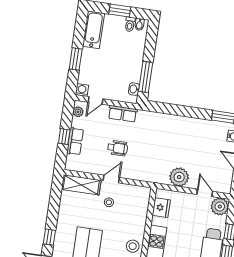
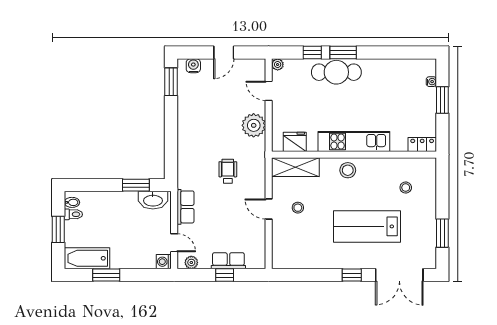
window: (76, 59) -> (106, 275), moved
window: (146, 77) -> (136, 185), width x0.69
washbasin: (134, 89) -> (153, 200), width x1.91, depth x1.45
wheelchair: (118, 148) -> (228, 171), moved
shelving: (81, 185) -> (295, 167), moved, turned 90
door: (205, 193) -> (269, 91), hinge flipped
plant: (220, 206) -> (278, 65), width x0.53, depth x0.53

